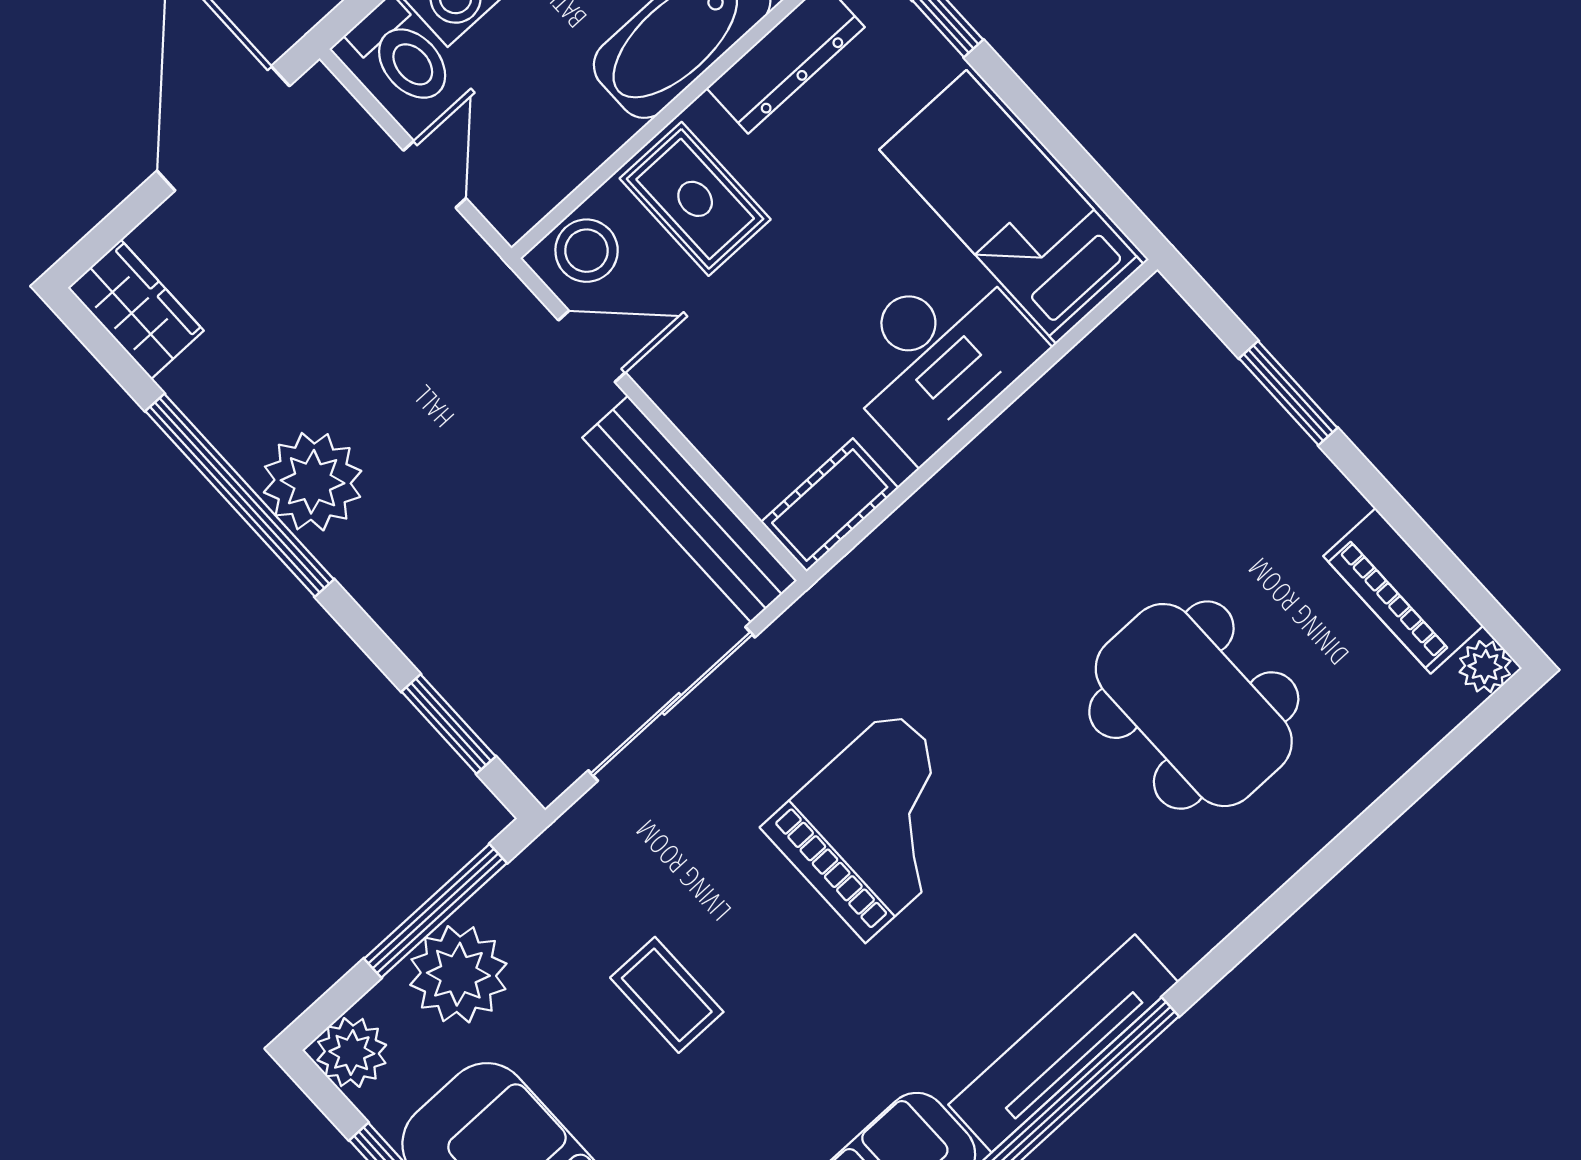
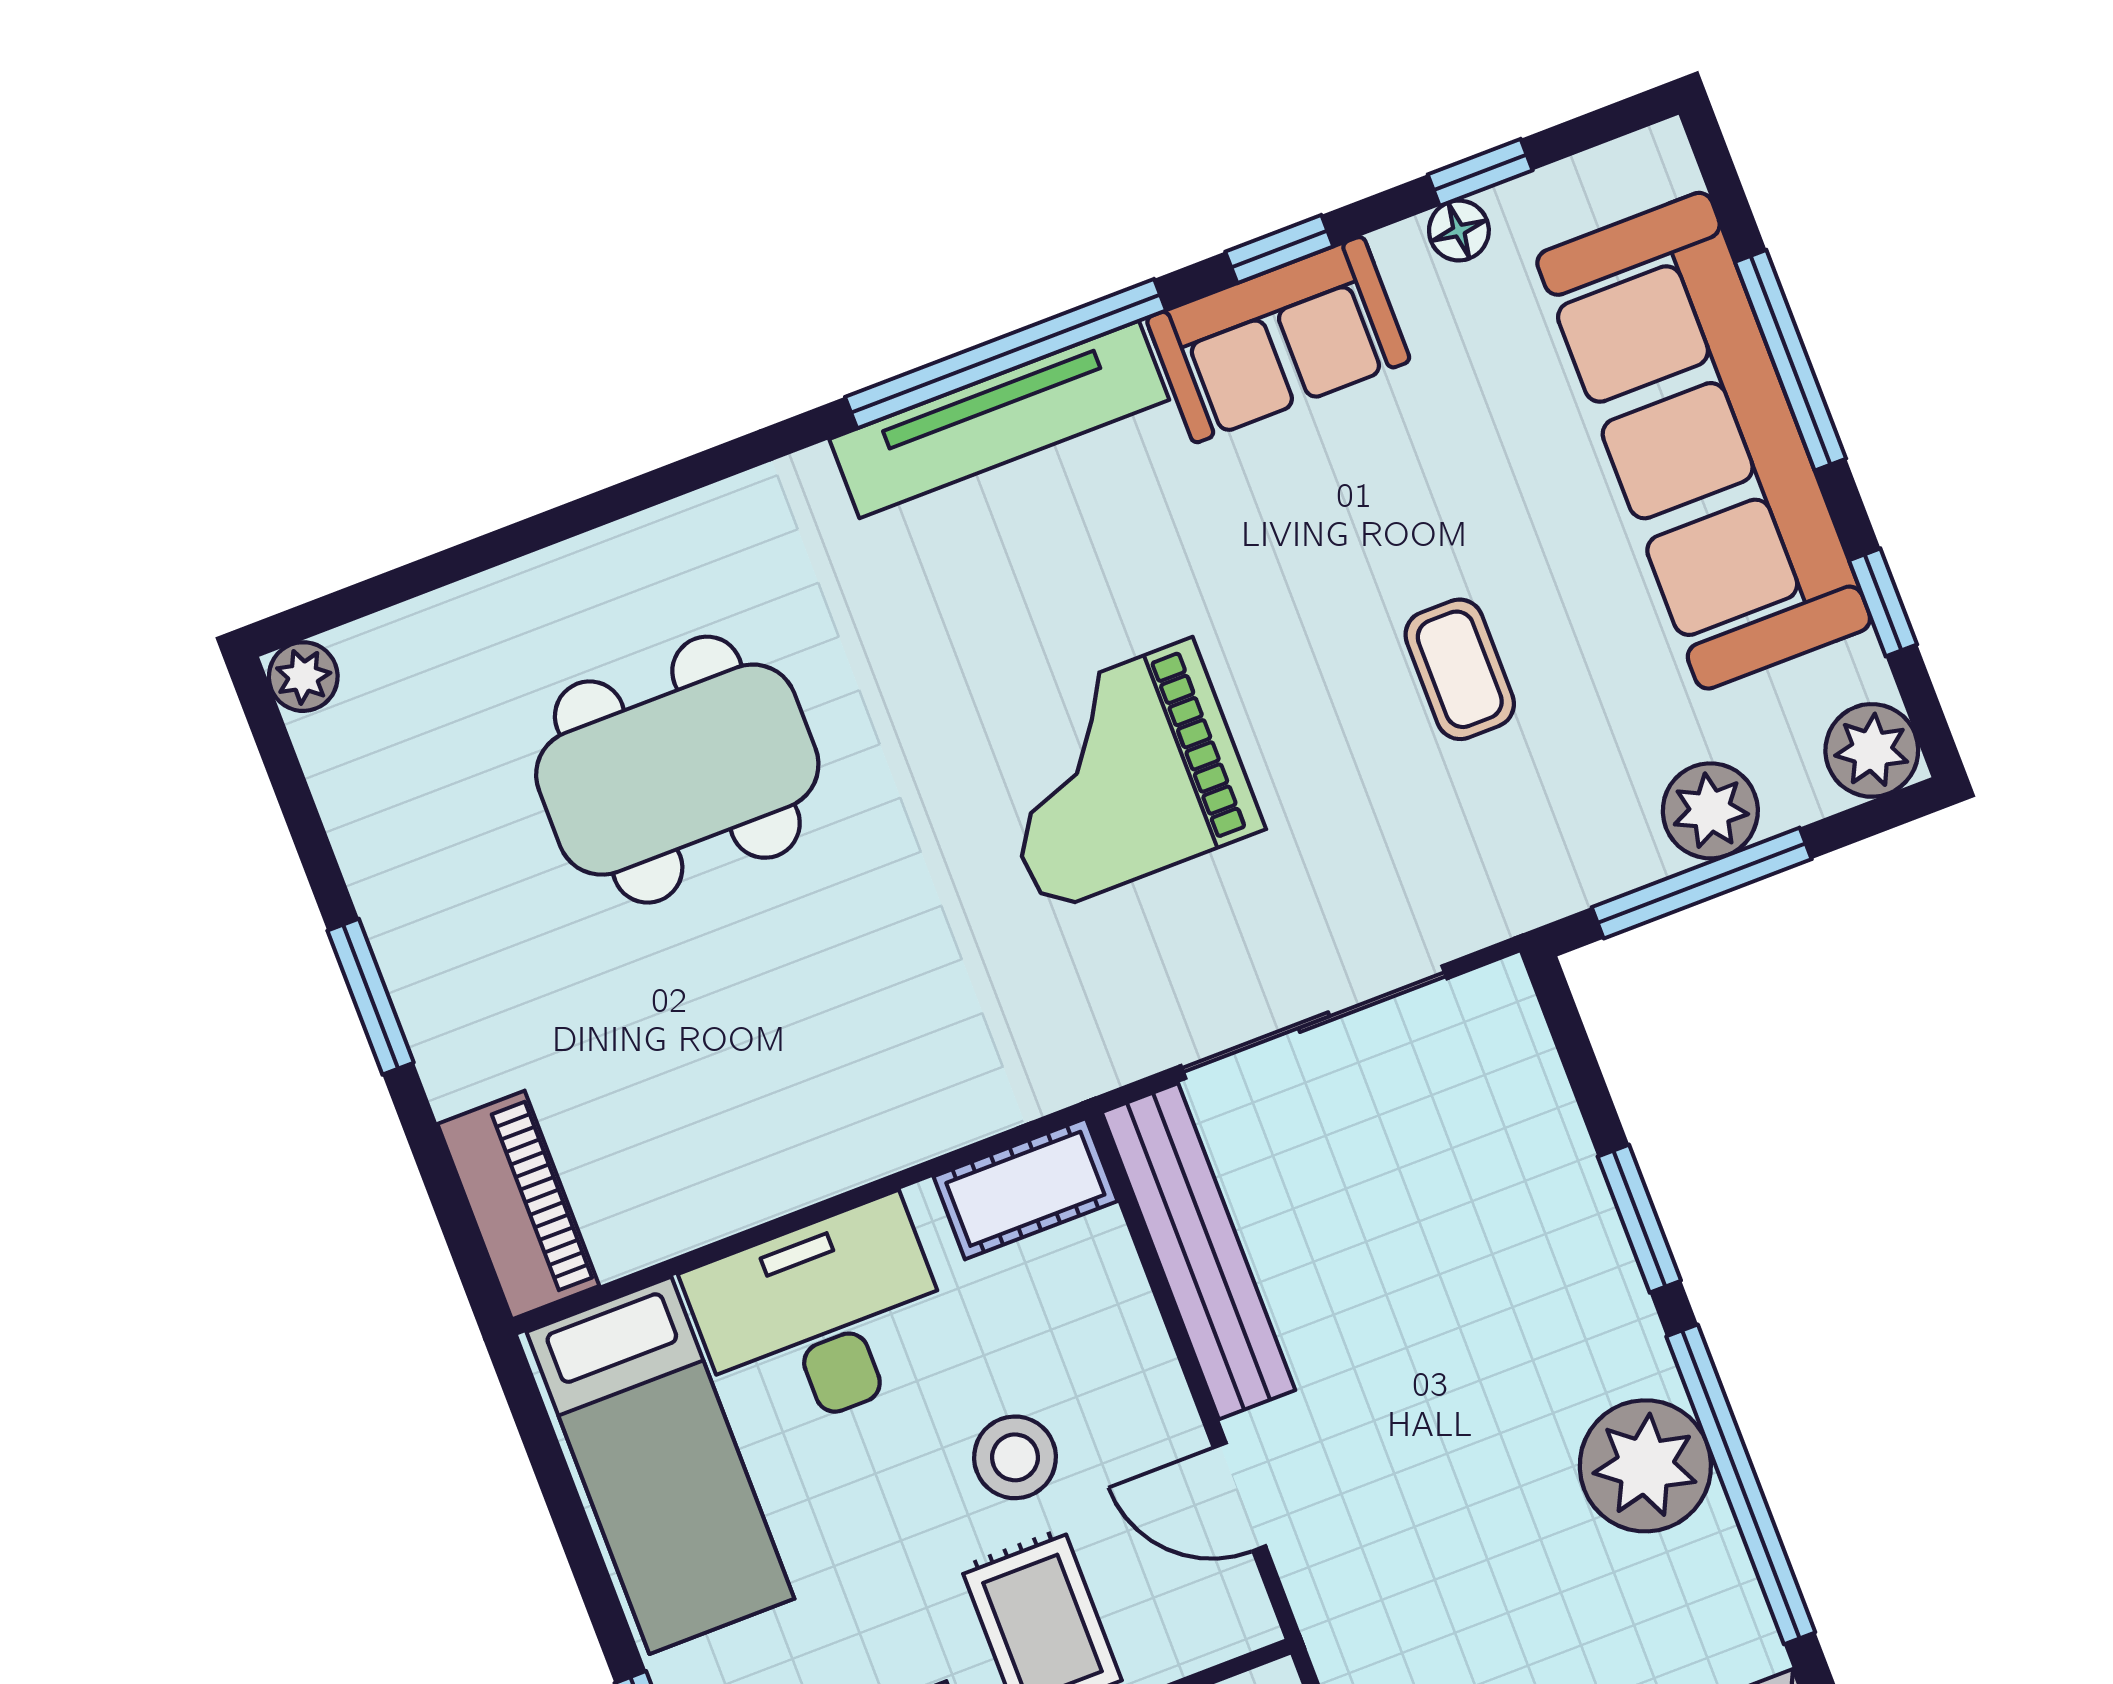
stool: (587, 251) -> (1015, 1457), moved
window: (1288, 393) -> (371, 997), moved
piano: (1403, 591) -> (518, 1205), moved
dining table: (1194, 705) -> (677, 770), turned 90
window: (449, 724) -> (1639, 1219), moved
plant: (458, 974) -> (1710, 811), width x0.73, depth x0.73

